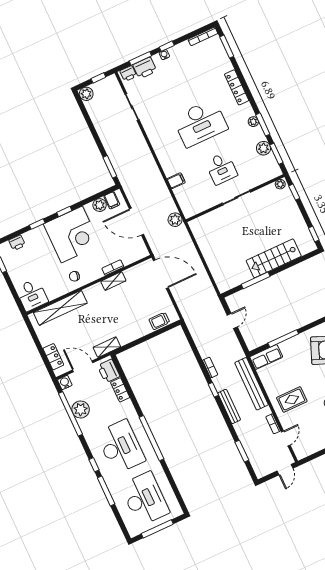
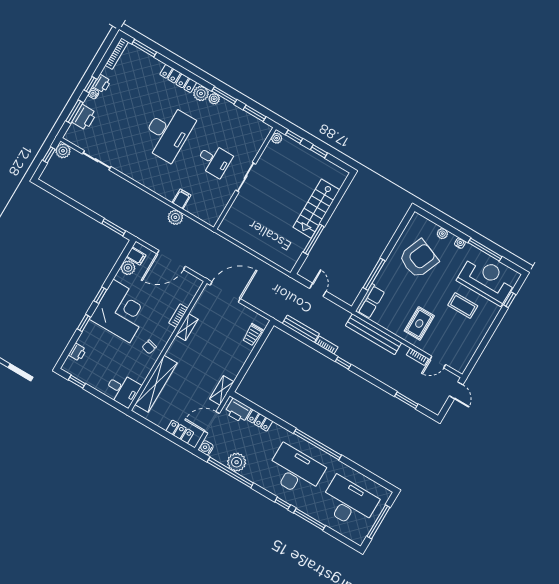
printer: (128, 74) -> (102, 84), moved
plant: (86, 94) -> (63, 151), moved
plant: (264, 148) -> (201, 93), moved
plant: (175, 220) -> (175, 217), moved
window: (314, 234) -> (319, 151), moved
bench: (229, 406) -> (301, 329), moved
door: (286, 438) -> (438, 362), swing flipped

